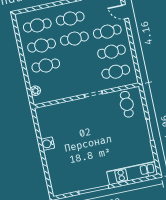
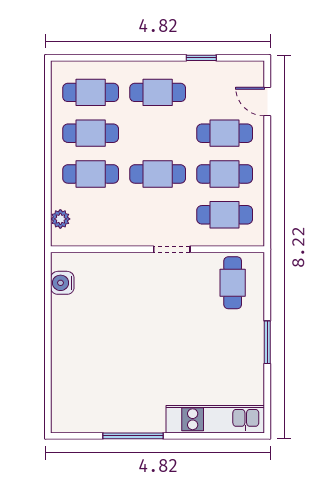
cafe table: (74, 39) -> (158, 174), moved
water cooler: (48, 144) -> (62, 283), moved

